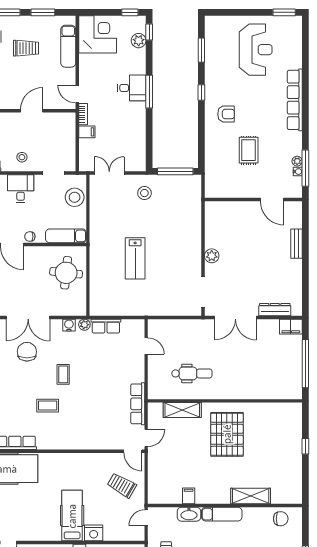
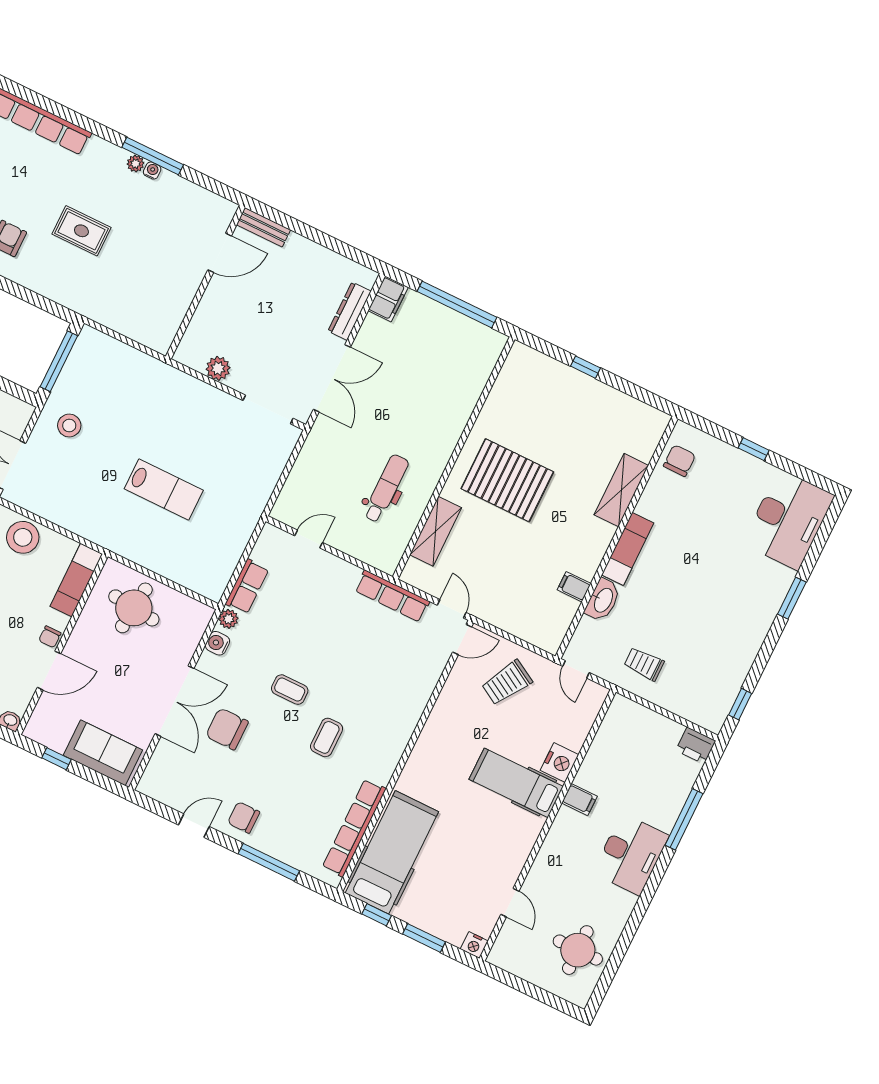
wall: (253, 200) -> (205, 282), moved
door: (272, 200) -> (220, 253), moved

